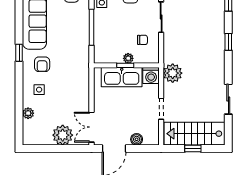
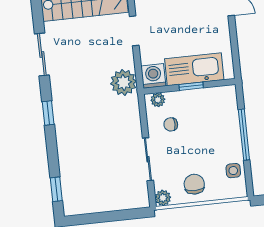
window: (228, 42) -> (48, 113), moved
plant: (128, 58) -> (158, 100), moved

